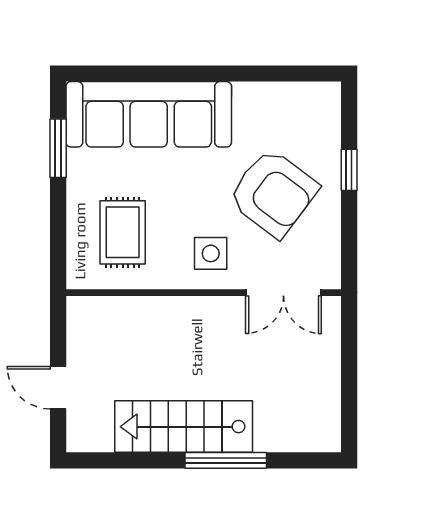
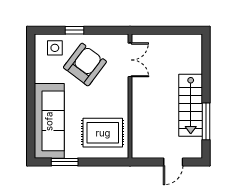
rug: (123, 232) -> (103, 133), width x1.36, depth x1.43
side table: (211, 253) -> (55, 48), moved
window: (226, 460) -> (206, 121), moved

